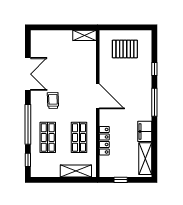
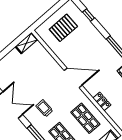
window: (154, 69) -> (89, 15), moved
locker: (104, 141) -> (102, 101), width x0.66

